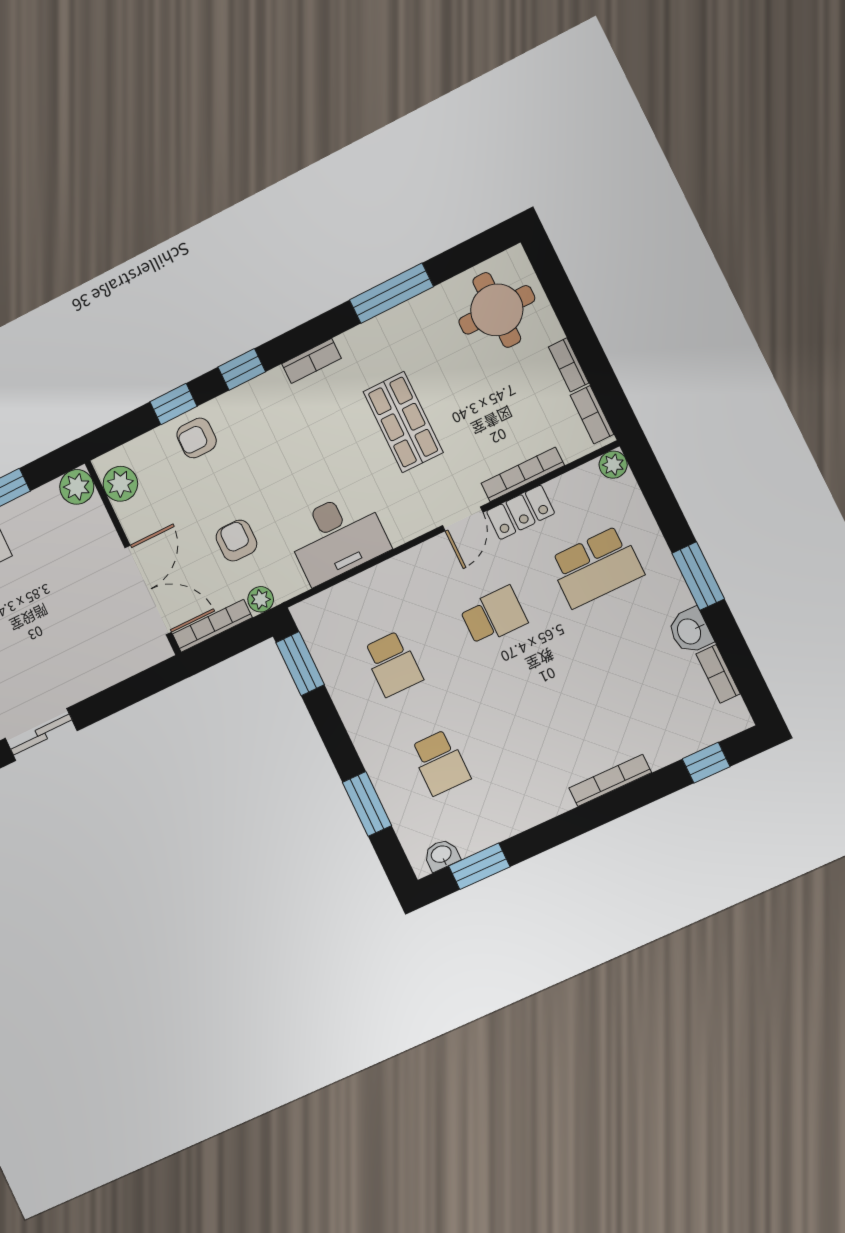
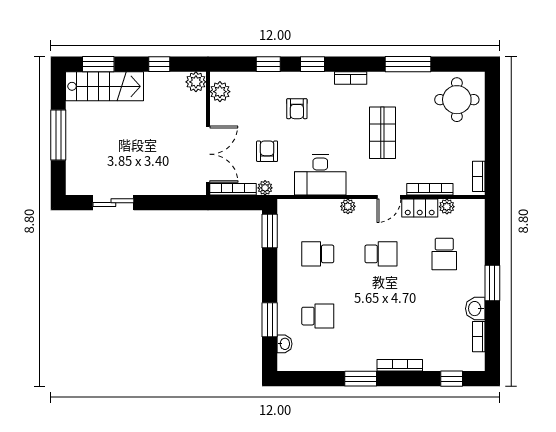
bookcase: (569, 365) -> (479, 145), removed
armchair: (197, 438) -> (297, 109), moved, turned -90
plant: (613, 465) -> (447, 207), moved
plant: (404, 566) -> (348, 206), added
school desk: (596, 567) -> (444, 254), width x0.54
school desk: (393, 664) -> (318, 254), turned 90
school desk: (440, 763) -> (318, 316), turned -90
washbasin: (442, 855) -> (284, 344), moved, turned 90
window: (479, 866) -> (361, 379), moved

